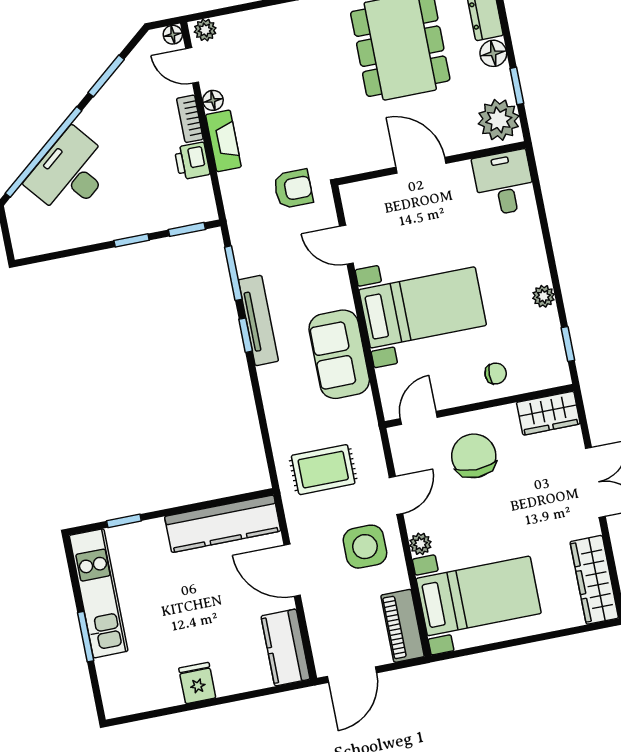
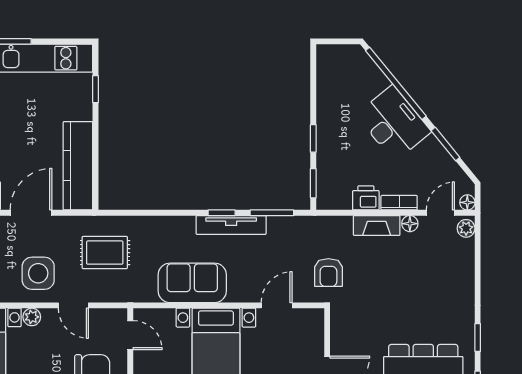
desk: (70, 173) -> (393, 123), moved
rug: (323, 470) -> (105, 253), turned 90

